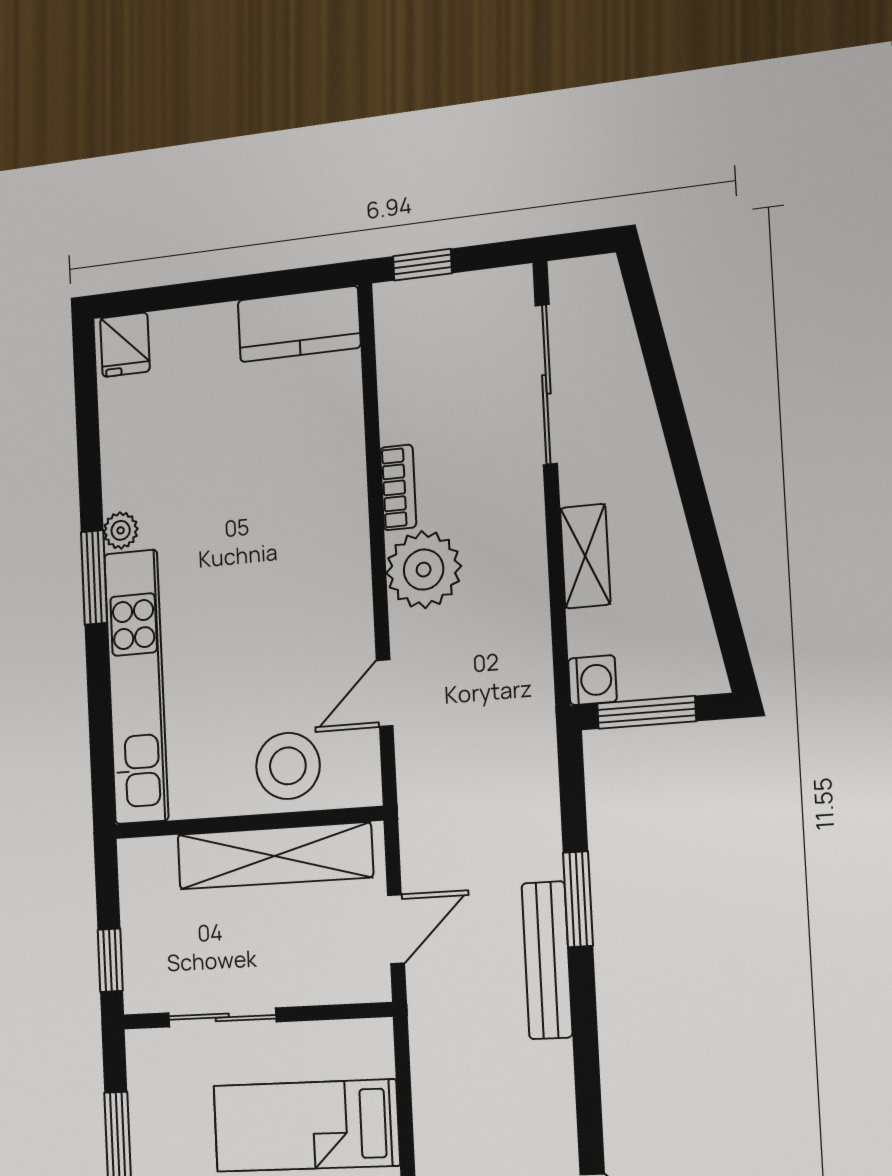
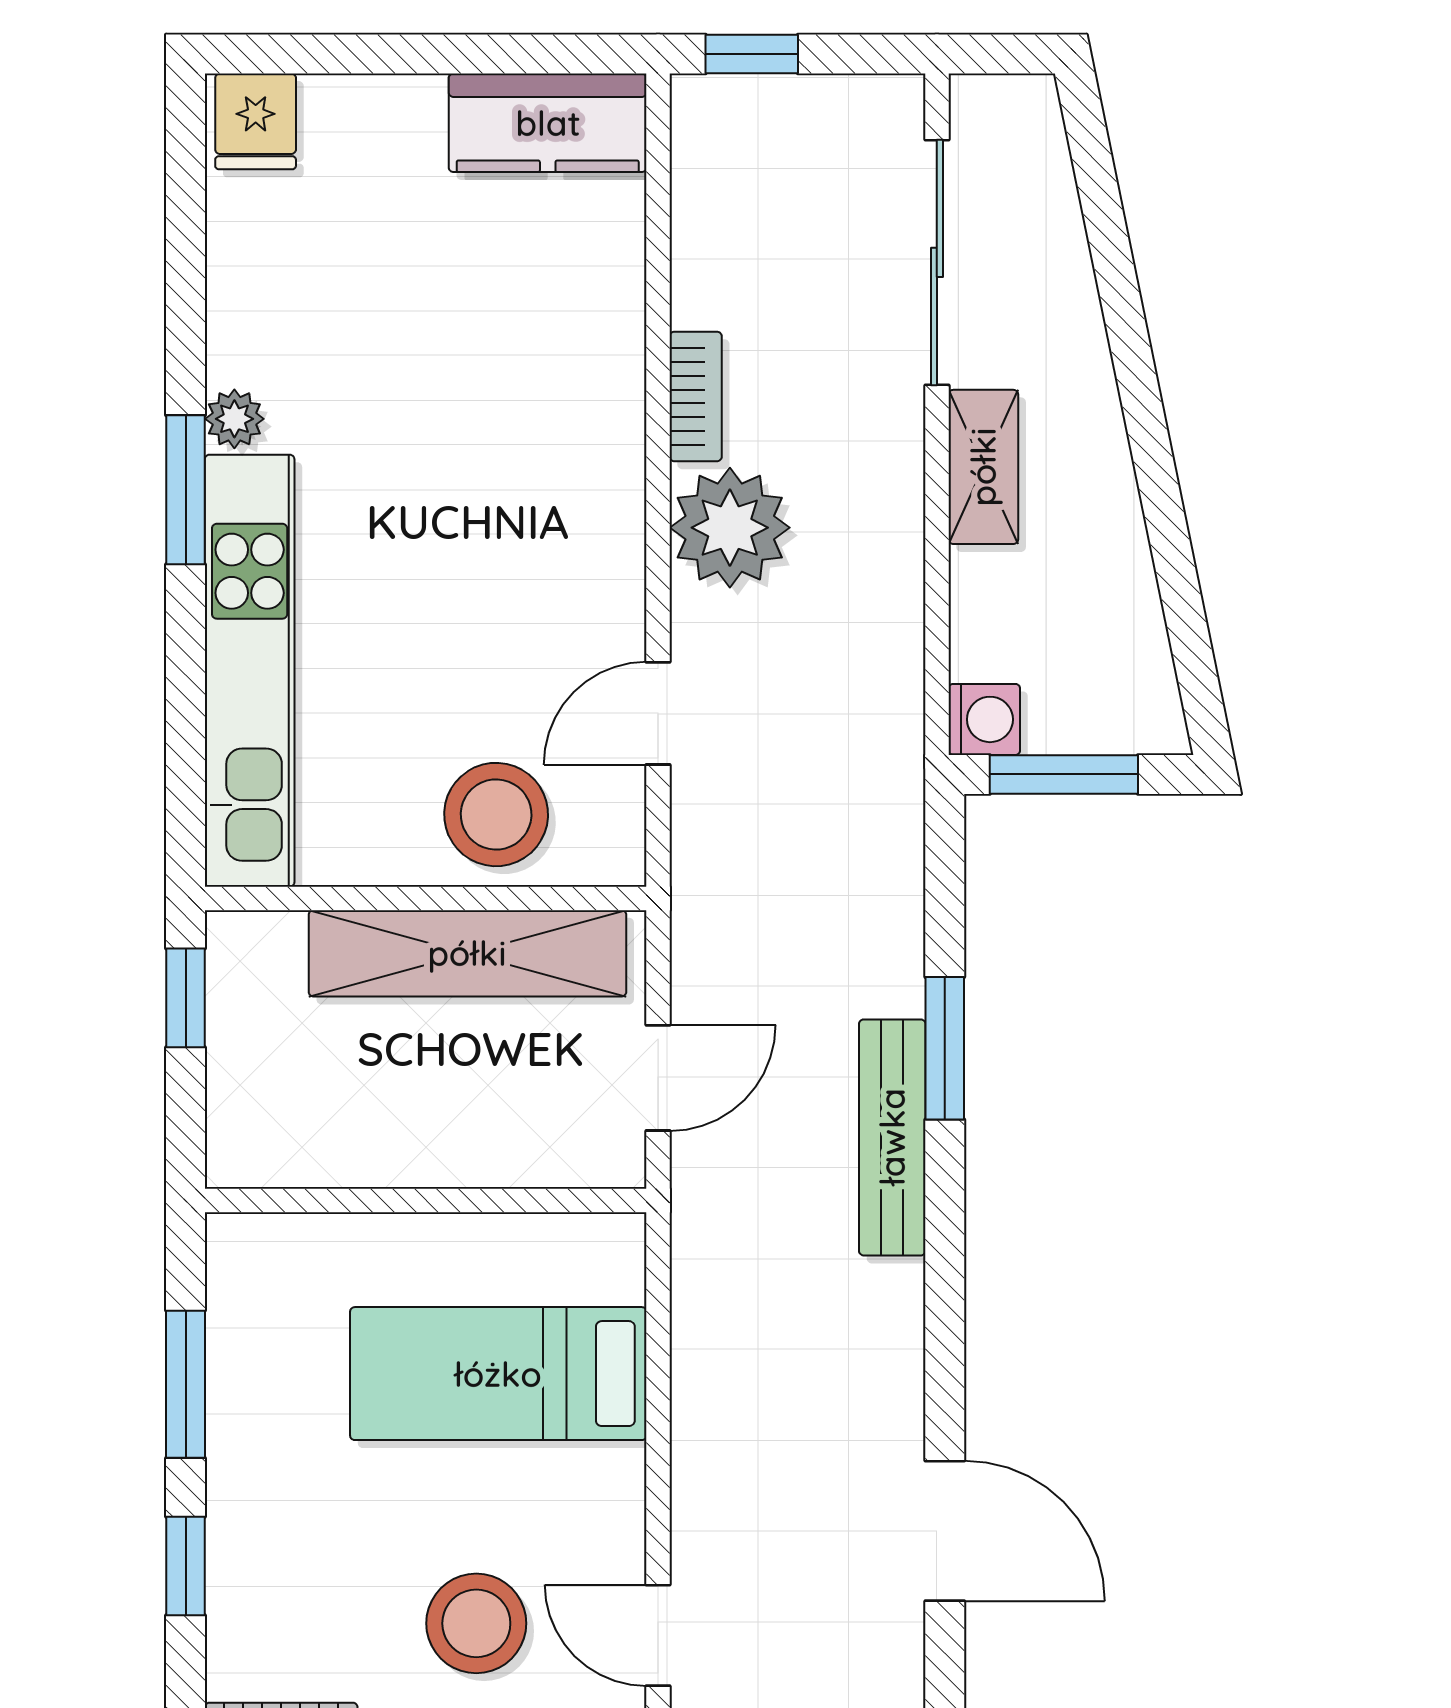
shelving: (585, 556) -> (983, 467), moved
window: (110, 960) -> (186, 998), moved
sliding door: (222, 1017) -> (369, 1201), removed

